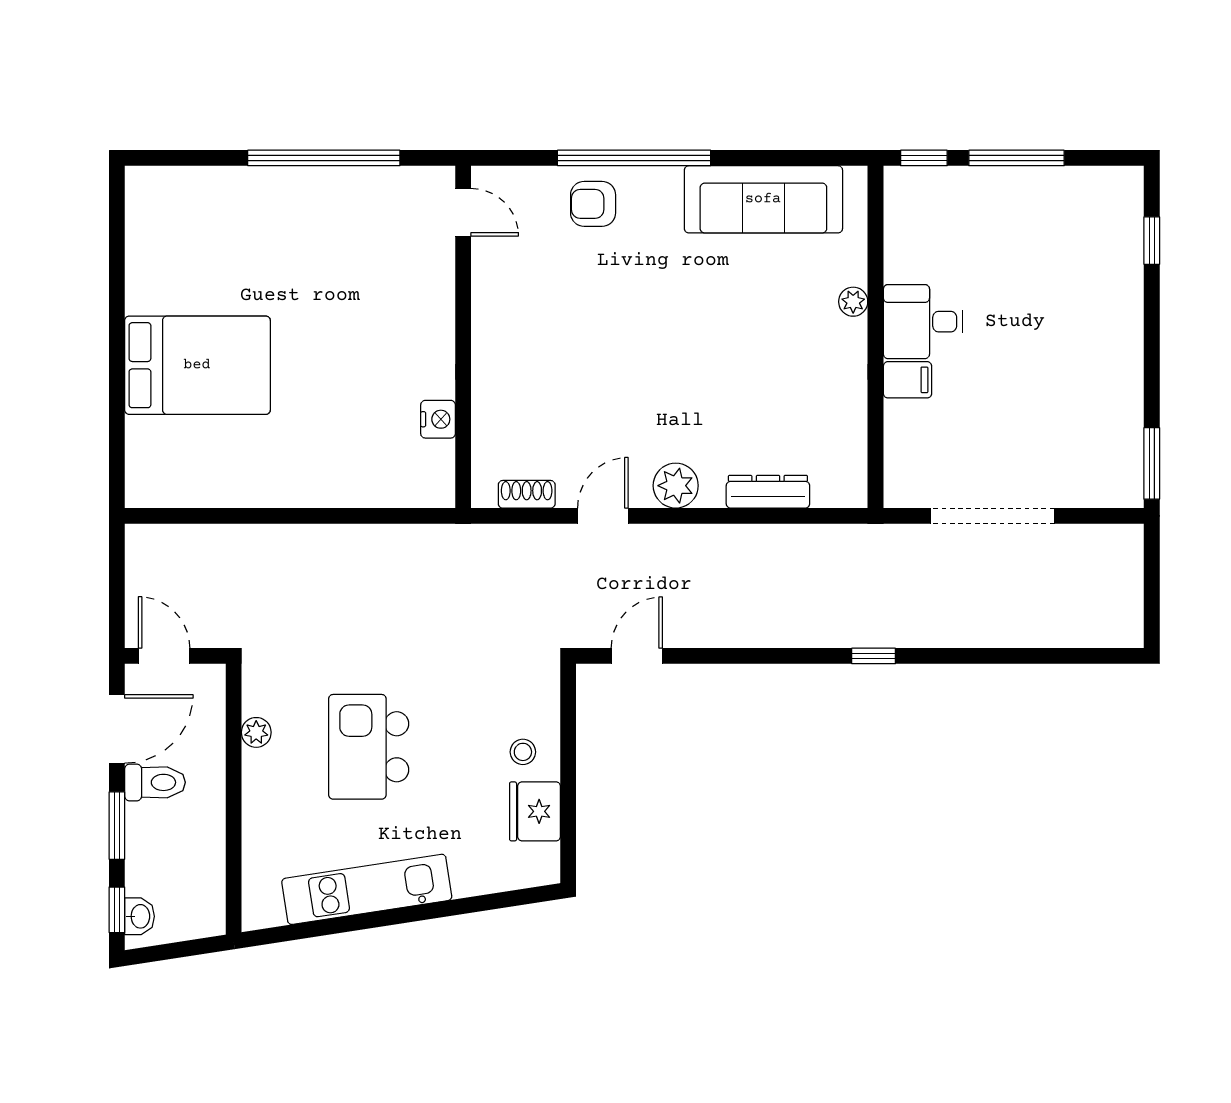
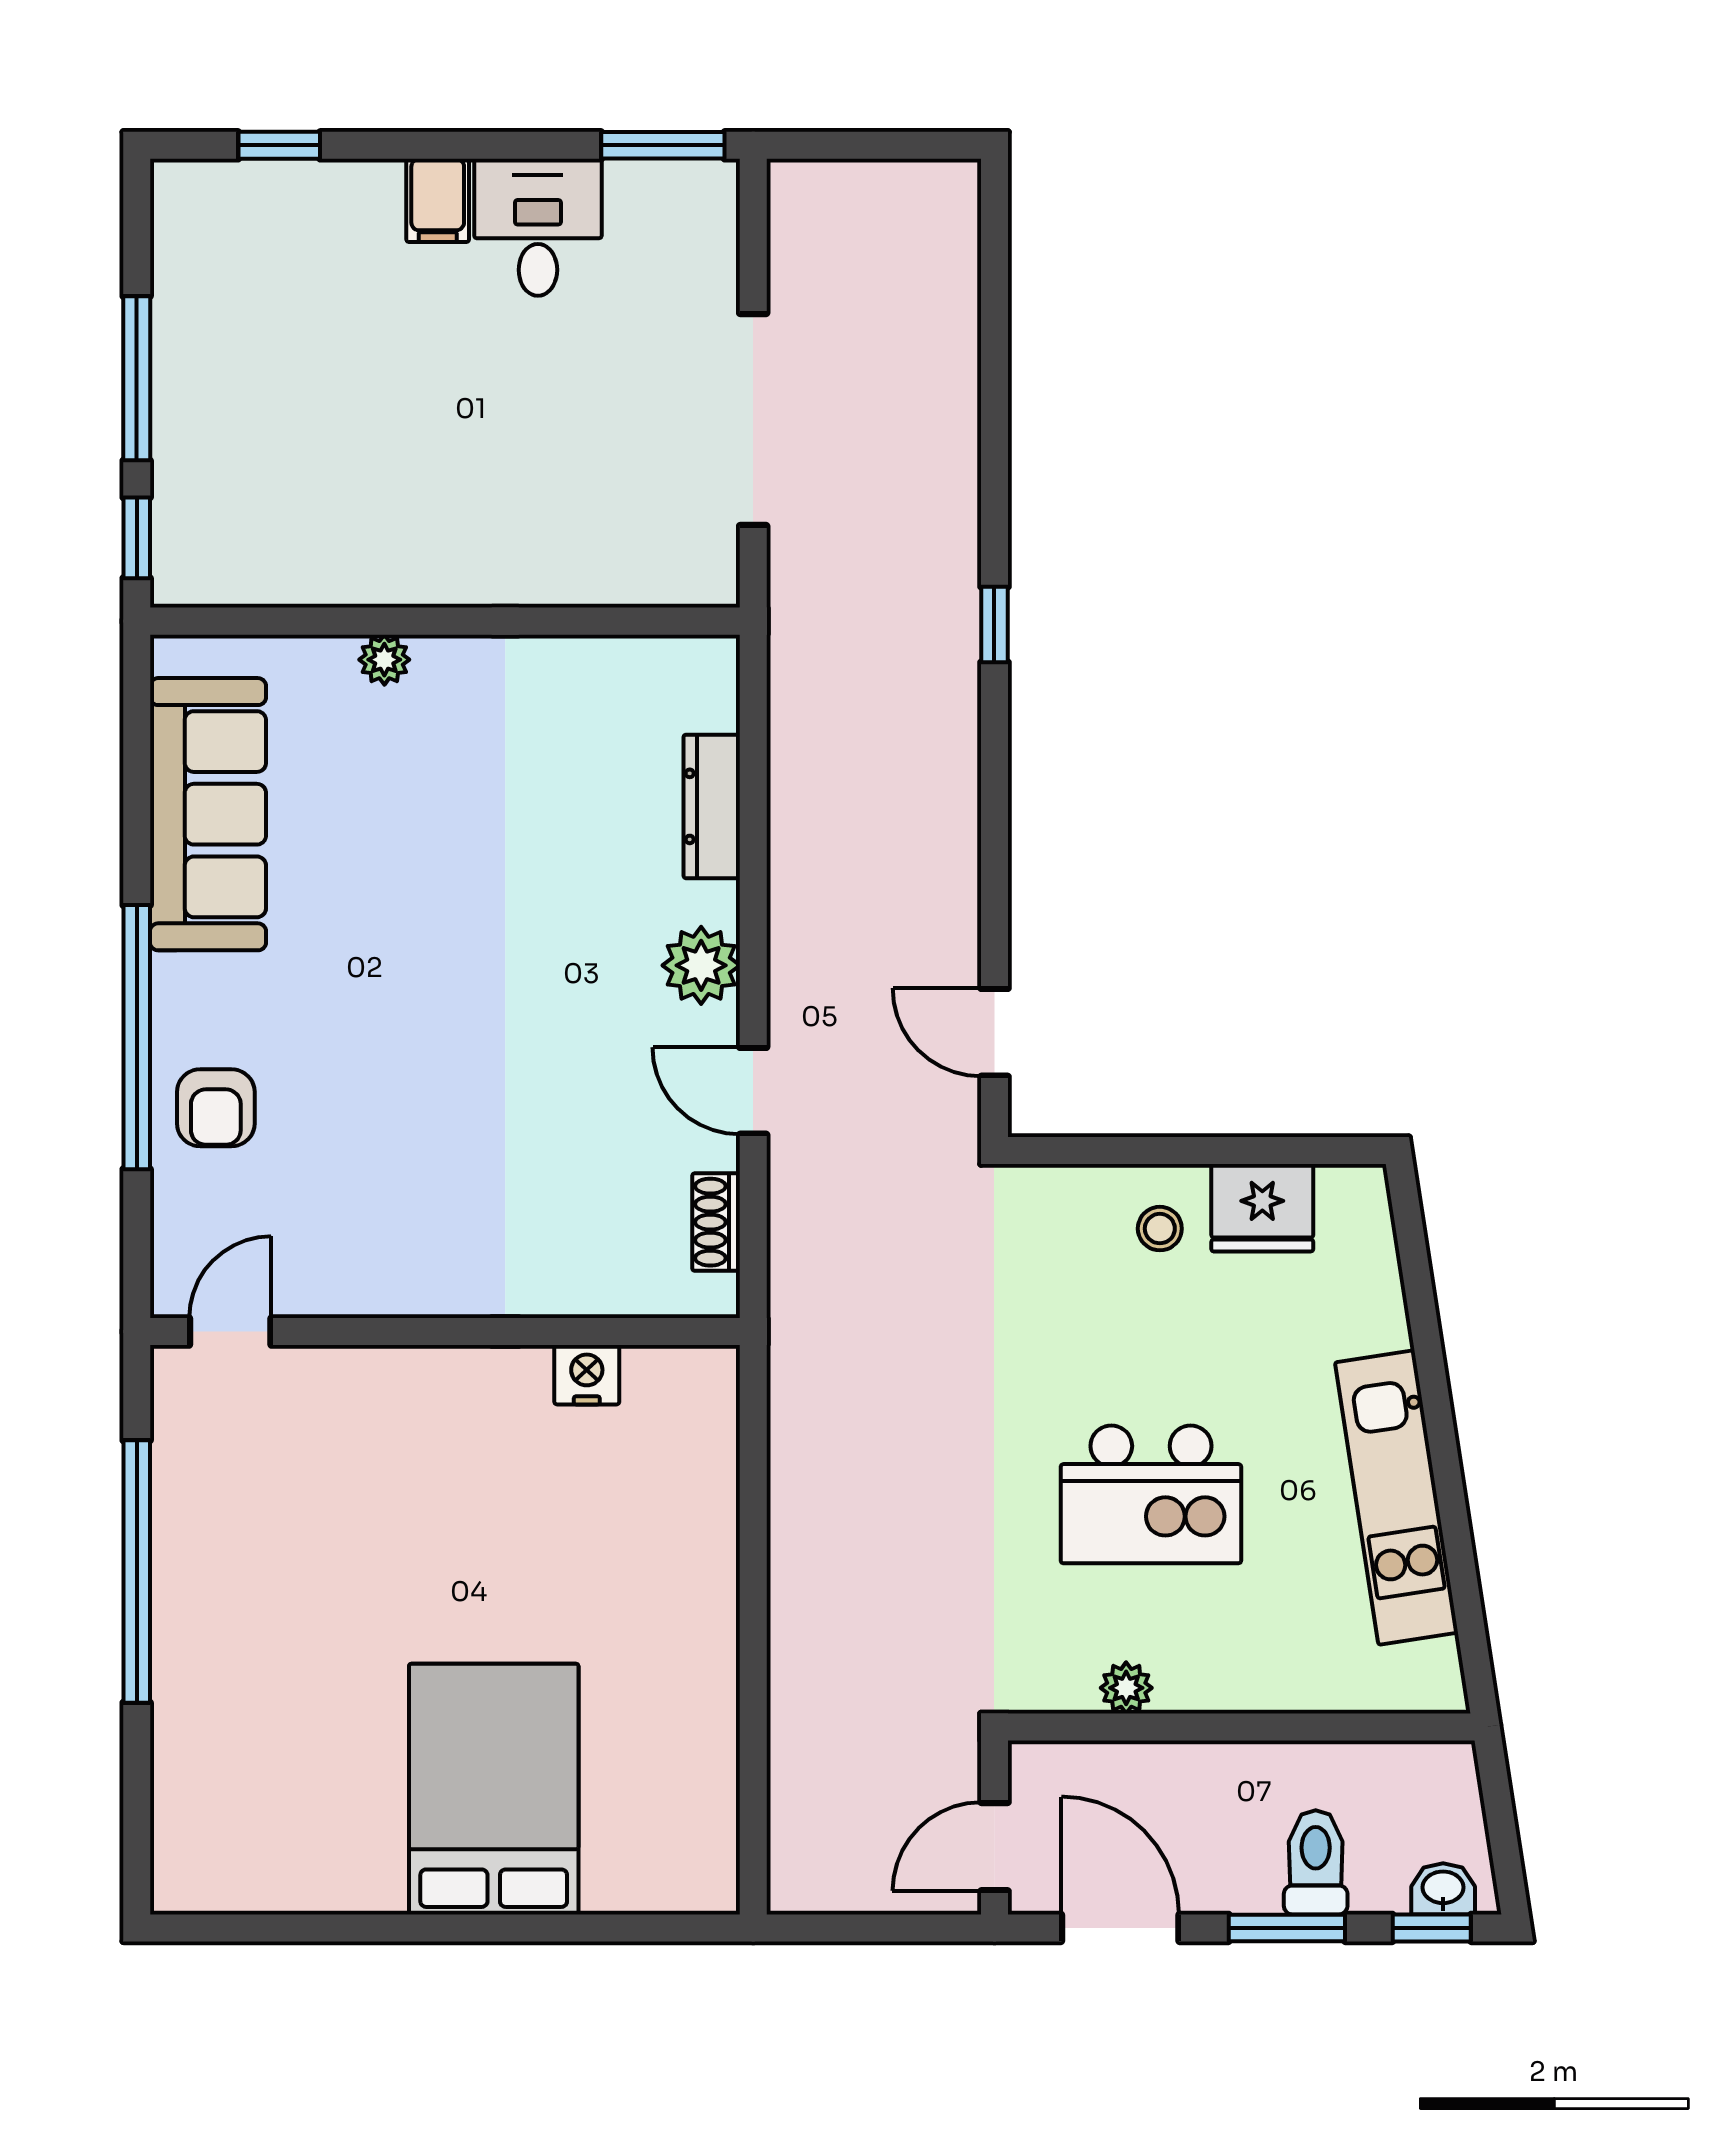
desk: (923, 322) -> (538, 227), moved, turned 180
filing cabinet: (908, 380) -> (438, 200), moved, turned 180
toilet: (155, 782) -> (1316, 1862), moved

